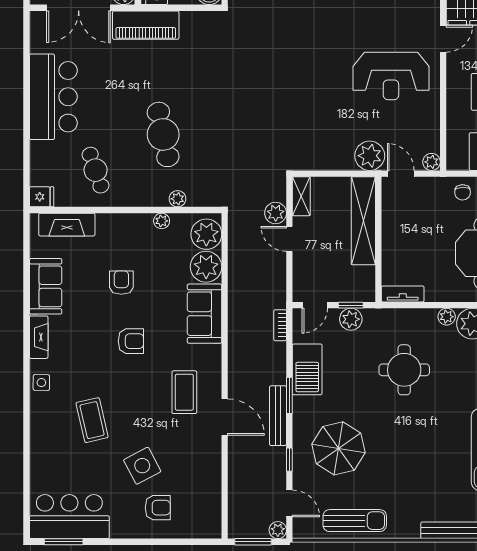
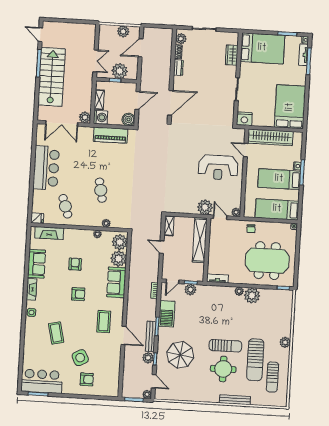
piano: (146, 25) -> (111, 135), moved
door: (443, 39) -> (246, 150), swing flipped
cafe table: (163, 134) -> (101, 190), width x0.73, depth x0.74
plant: (276, 213) -> (148, 358), moved
round table: (404, 370) -> (223, 369), moved
sun lounger: (355, 521) -> (225, 346), moved

